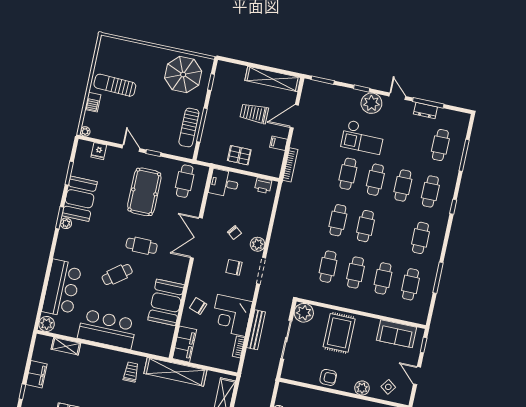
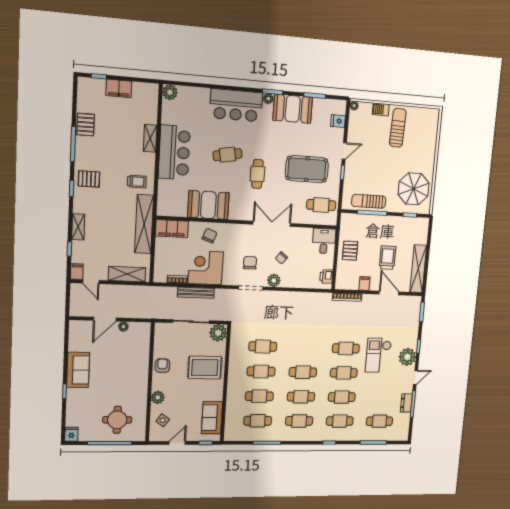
cafe table: (338, 220) -> (301, 397), moved
cafe table: (117, 275) -> (228, 155), turned -63
bar counter: (62, 288) -> (236, 105), moved
shelving: (66, 346) -> (150, 138), moved
armchair: (328, 377) -> (162, 366), turned 180

